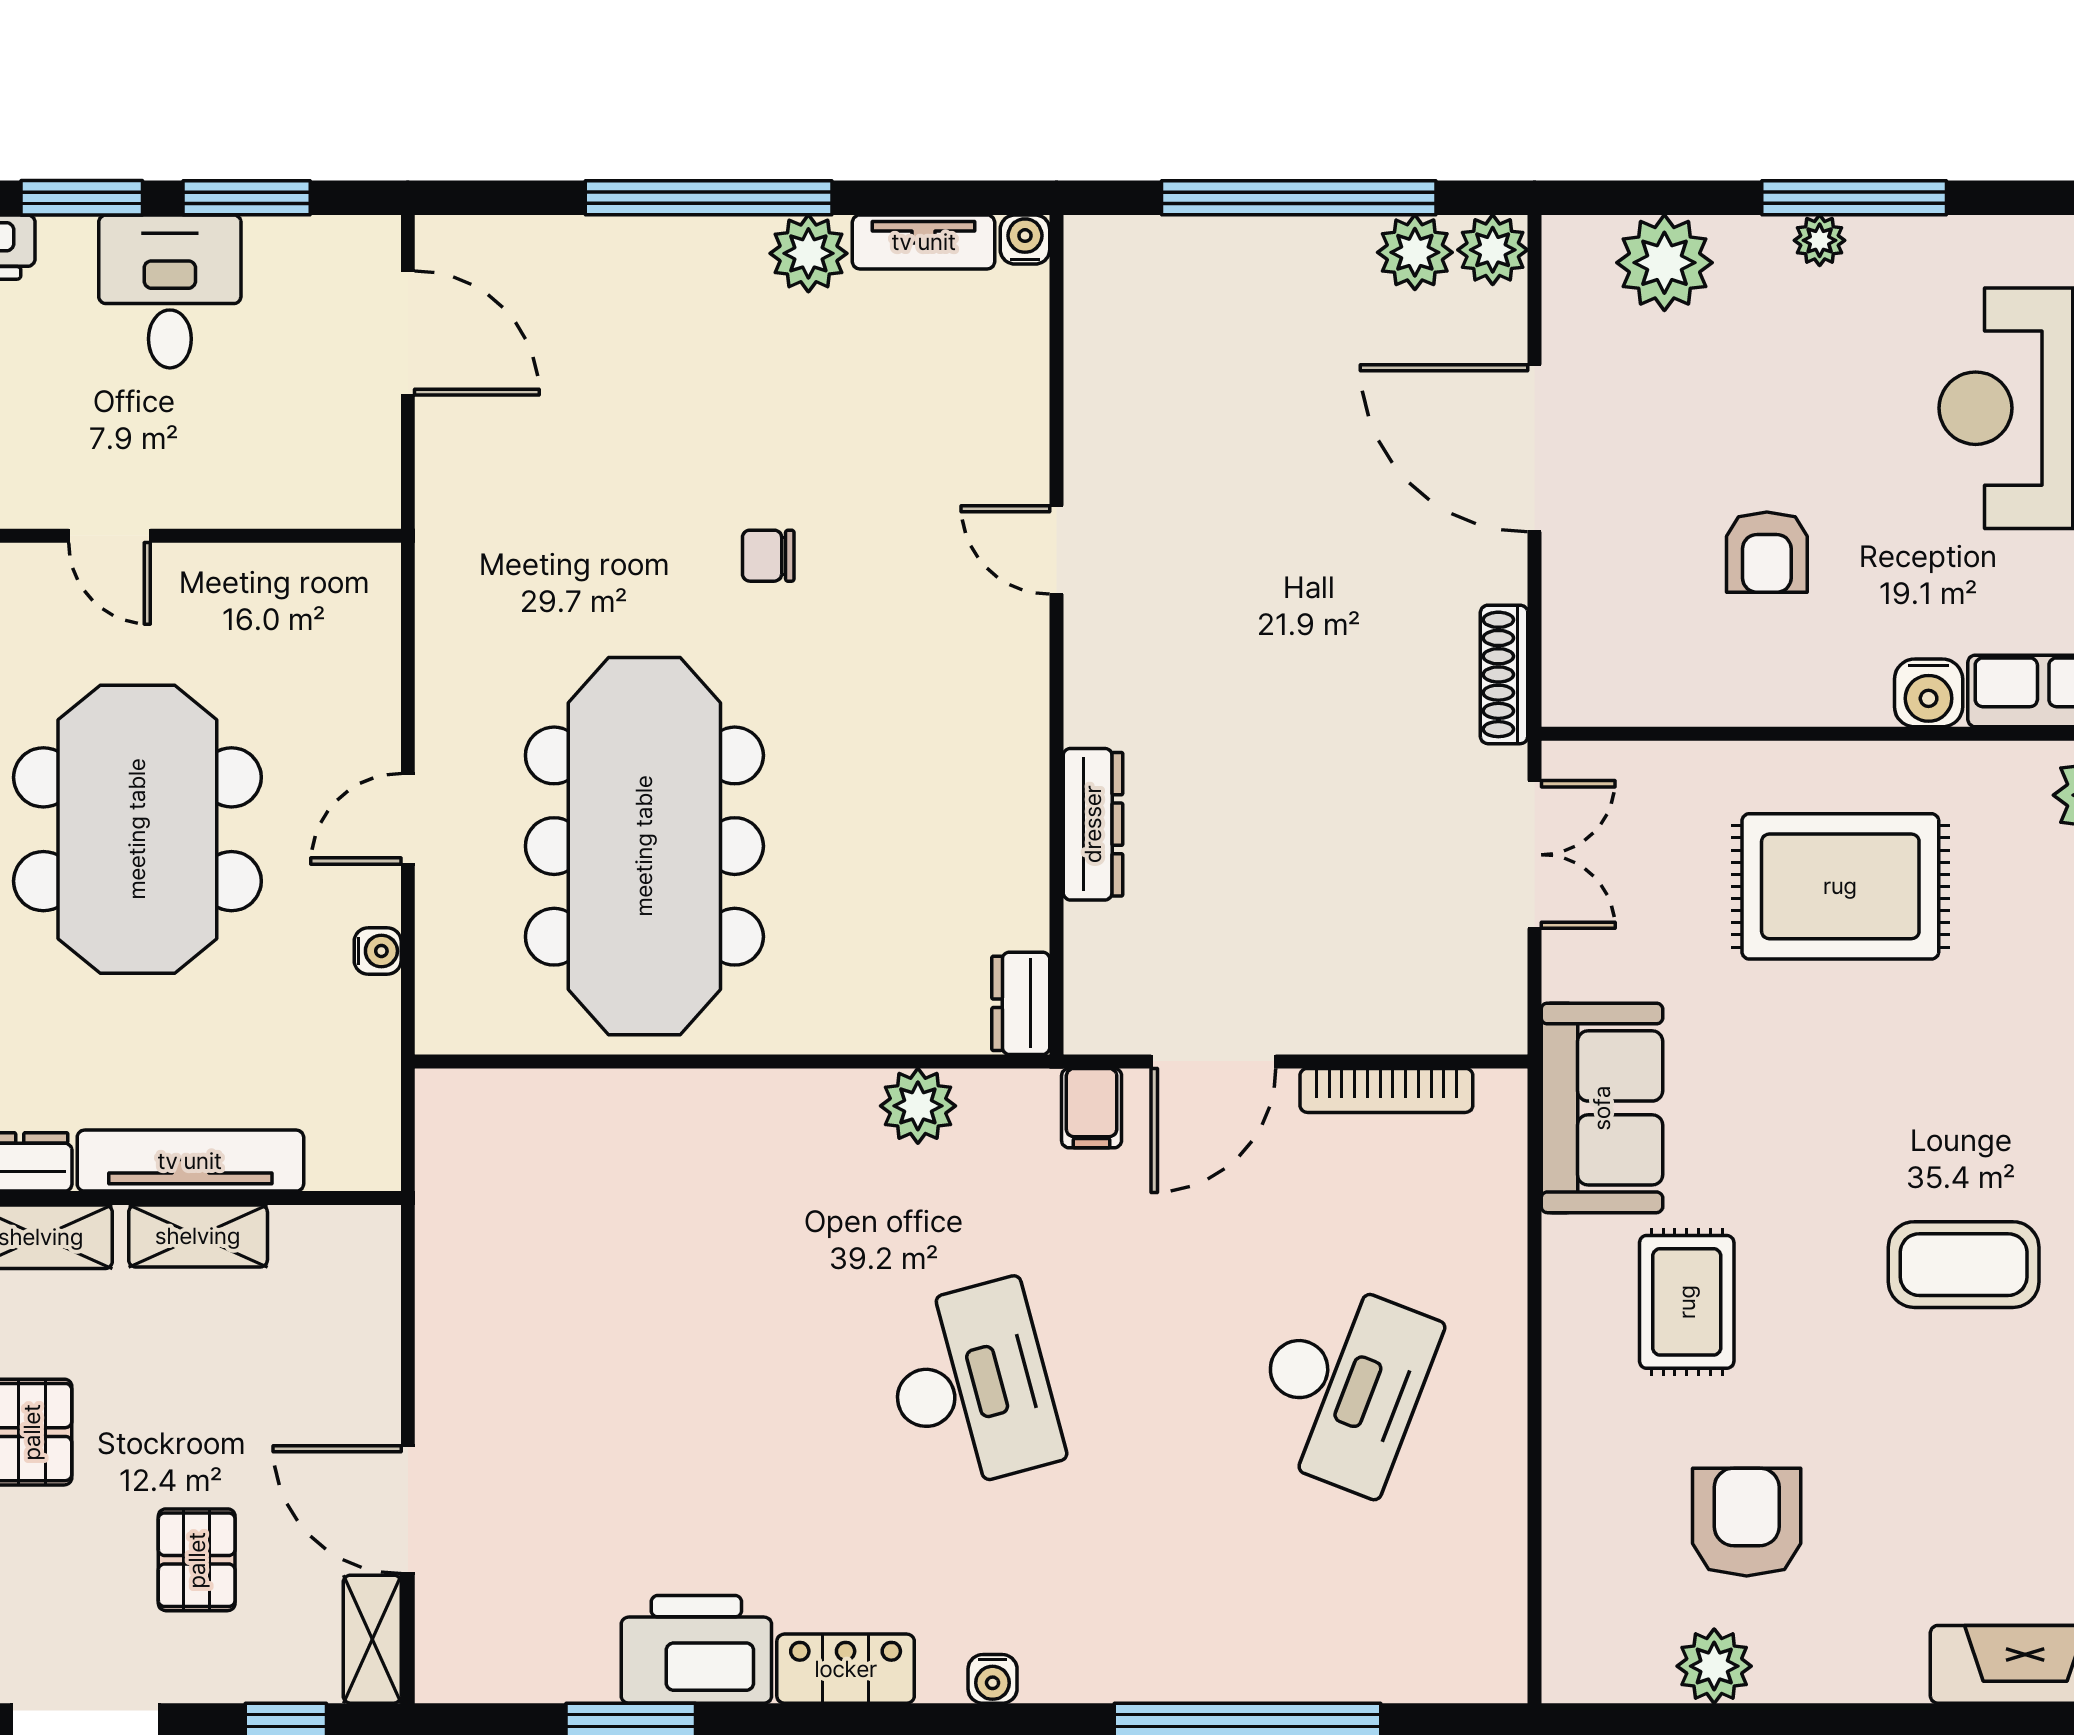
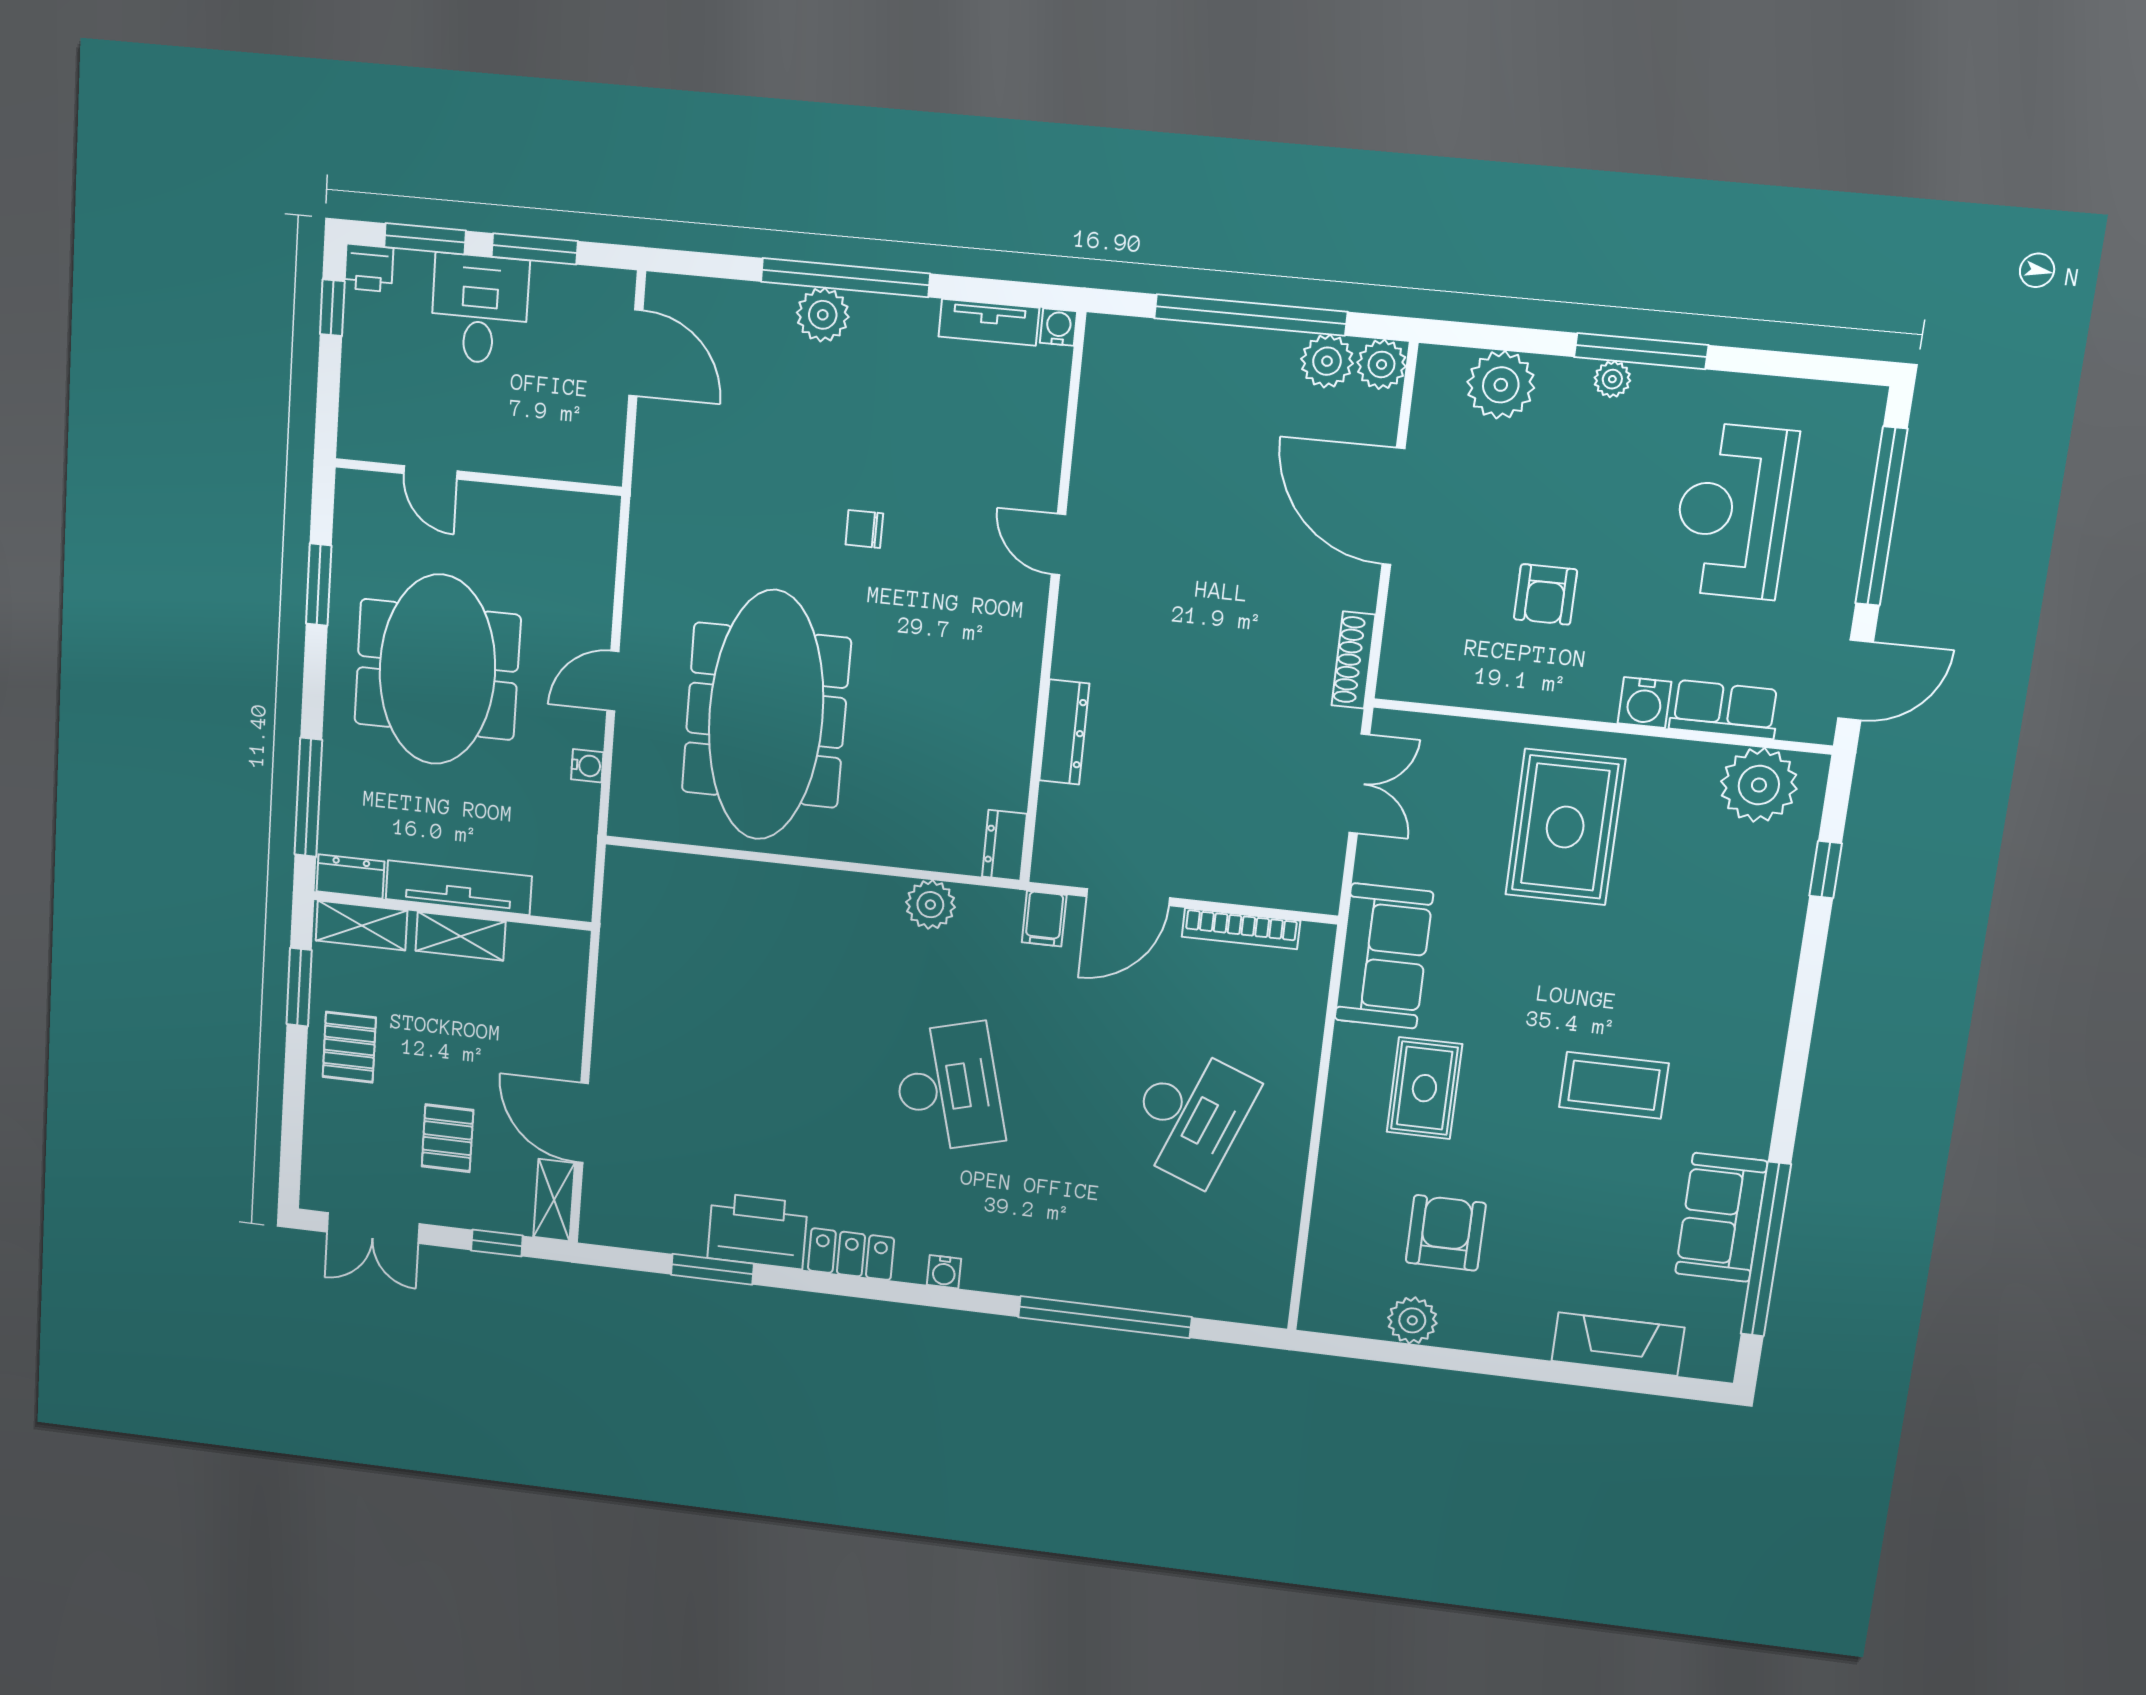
plant: (808, 253) -> (823, 315), moved
rug: (1840, 886) -> (1565, 827), turned 90

